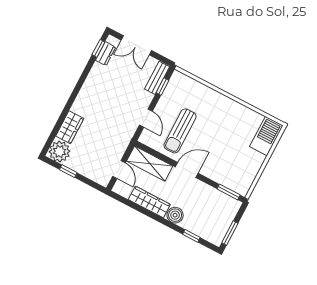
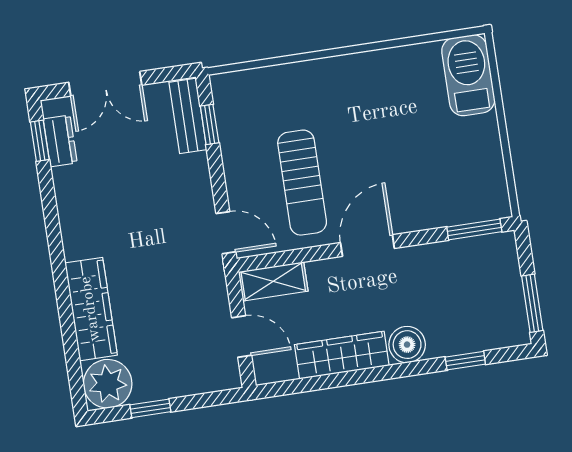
door: (146, 118) -> (226, 233), moved
wardrobe: (70, 127) -> (91, 309), width x1.50
shelving: (150, 164) -> (273, 281), width x0.67, depth x0.75

